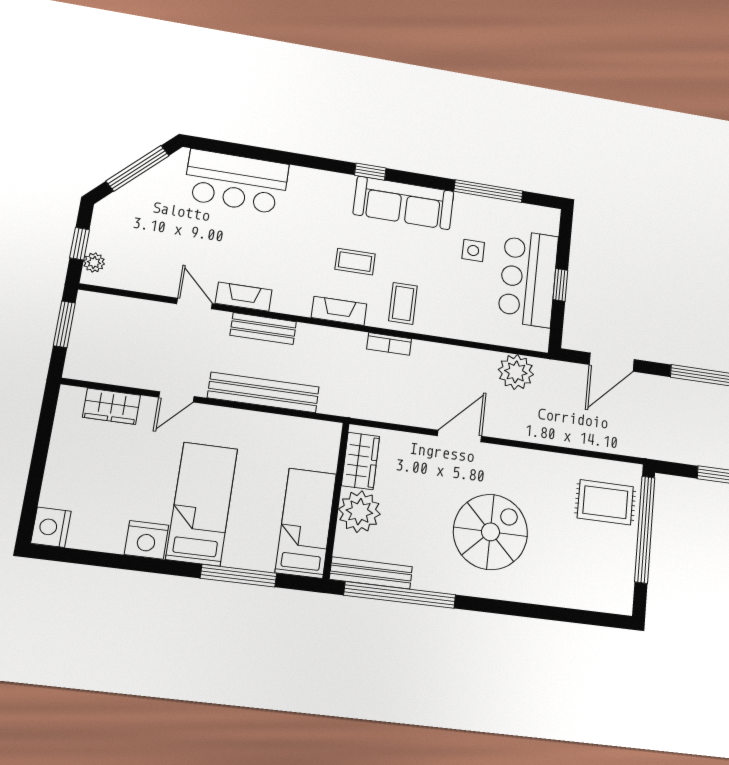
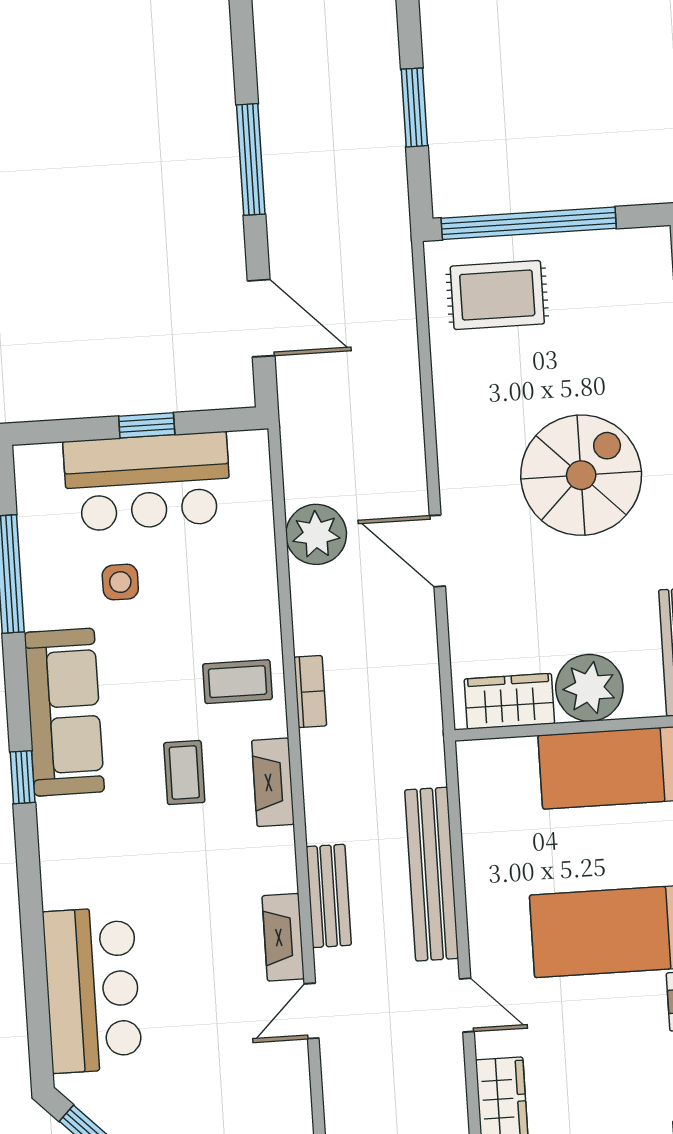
plant: (516, 372) -> (316, 534), moved
rug: (605, 502) -> (497, 295), turned 90
spiral stairs: (490, 532) -> (581, 475), turned 90

